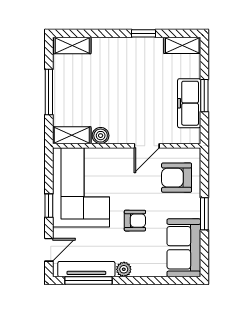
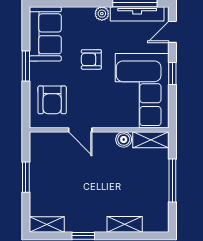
shelving: (72, 45) -> (125, 224), moved
freezer: (189, 103) -> (40, 170), removed
door: (147, 146) -> (80, 130), swing flipped
armchair: (177, 178) -> (52, 100), turned 90

